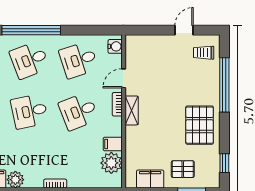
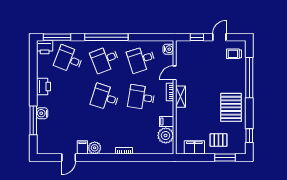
window: (154, 30) -> (197, 37), added
desk: (29, 111) -> (105, 97), turned 30
desk: (79, 111) -> (141, 97), turned 30

